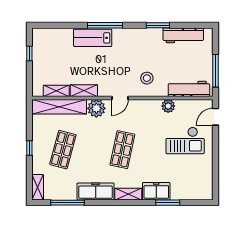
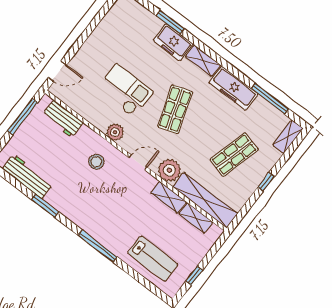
lab bench: (93, 38) -> (153, 259), moved
workbench: (189, 89) -> (63, 119), width x0.73
plant: (168, 106) -> (115, 132), moved
checkout: (185, 140) -> (125, 90), moved
shop shelf: (122, 150) -> (175, 109), turned -30

